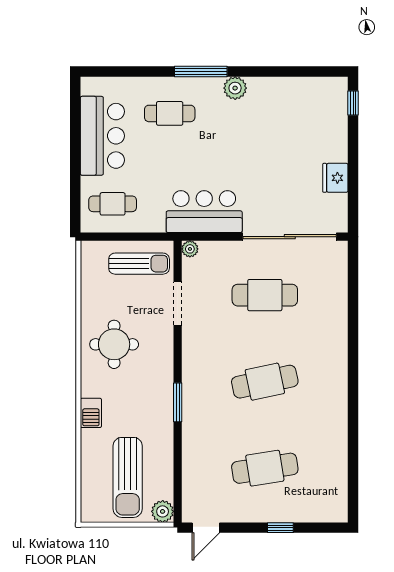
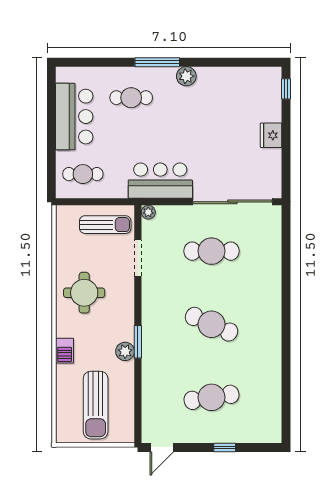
fridge: (335, 178) -> (271, 135), moved
cafe table: (265, 382) -> (211, 324), turned 36
plant: (163, 511) -> (125, 351), moved

